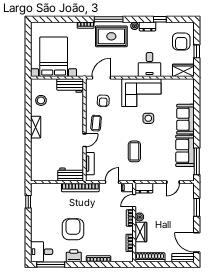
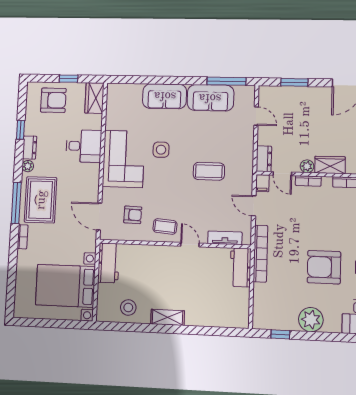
plant: (39, 221) -> (311, 320), added

